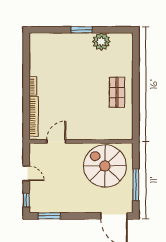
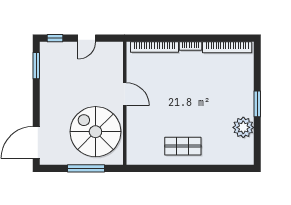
bookcase: (34, 55) -> (227, 47), added
door: (56, 141) -> (125, 94), moved
spiral stairs: (105, 166) -> (95, 132), turned -90
window: (136, 185) -> (86, 168), moved

